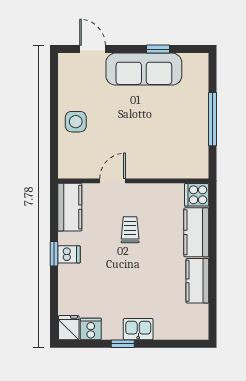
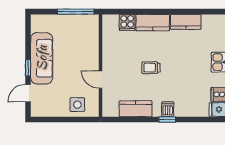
window: (158, 49) -> (28, 68), moved
door: (113, 181) -> (100, 80), moved
wall: (133, 181) -> (100, 66), moved

